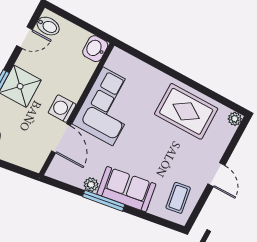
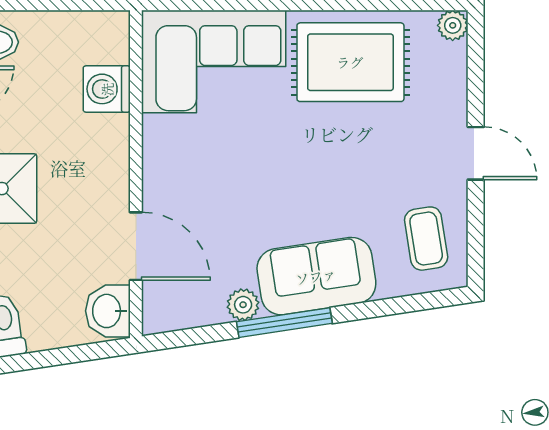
washbasin: (95, 49) -> (108, 311), moved
corner sofa: (108, 106) -> (214, 61), moved, turned 90
washing machine: (62, 109) -> (107, 89), moved

